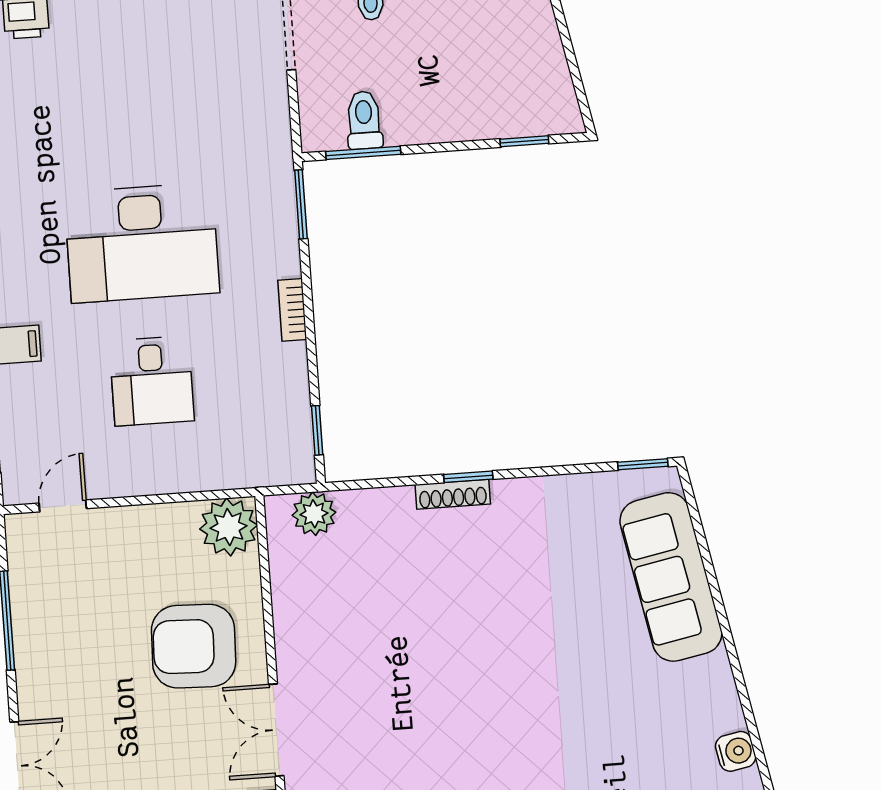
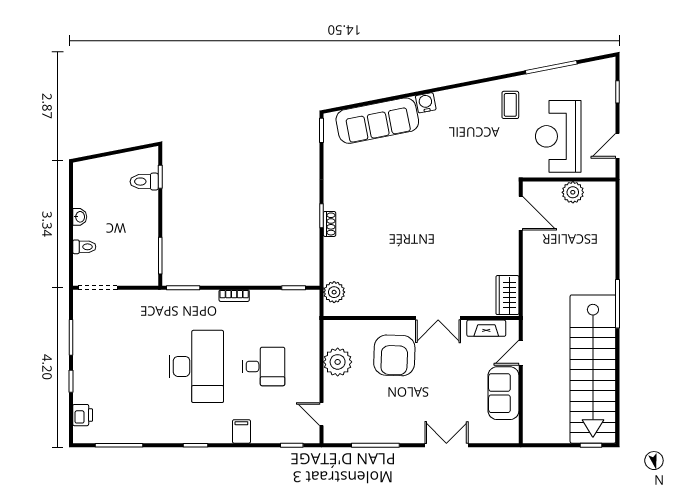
toilet: (364, 120) -> (144, 182), moved
shoe rack: (453, 494) -> (329, 224), width x0.70
plant: (229, 527) -> (338, 362), moved
water cooler: (736, 751) -> (426, 103), moved

